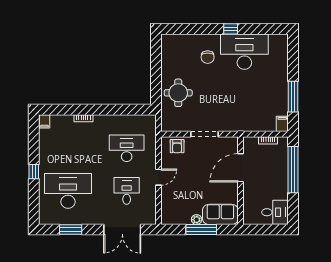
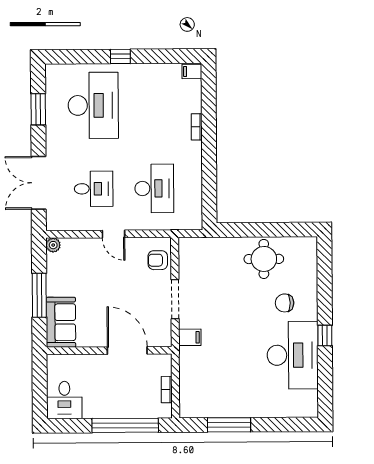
round table: (178, 93) -> (264, 259), moved
filing cabinet: (282, 124) -> (190, 337), moved
plant: (197, 220) -> (53, 245), moved

